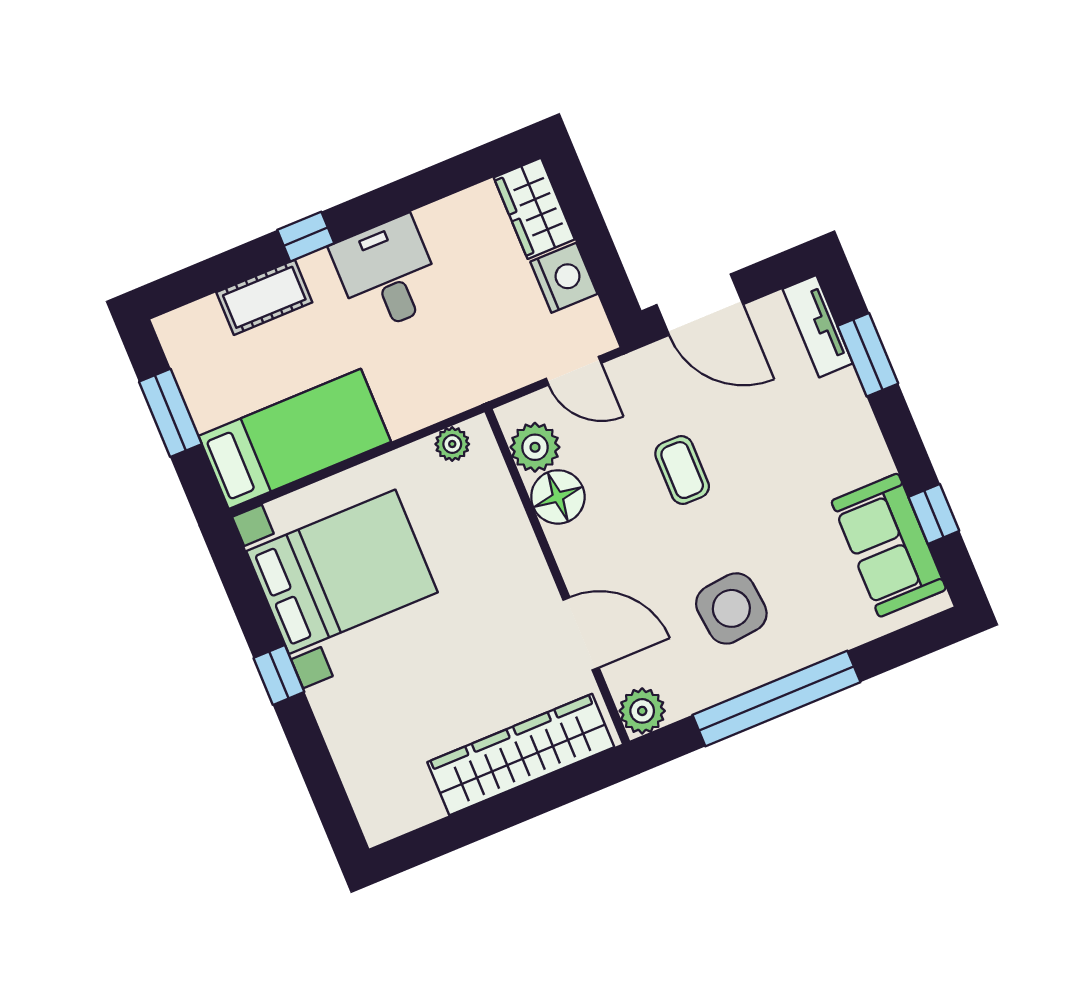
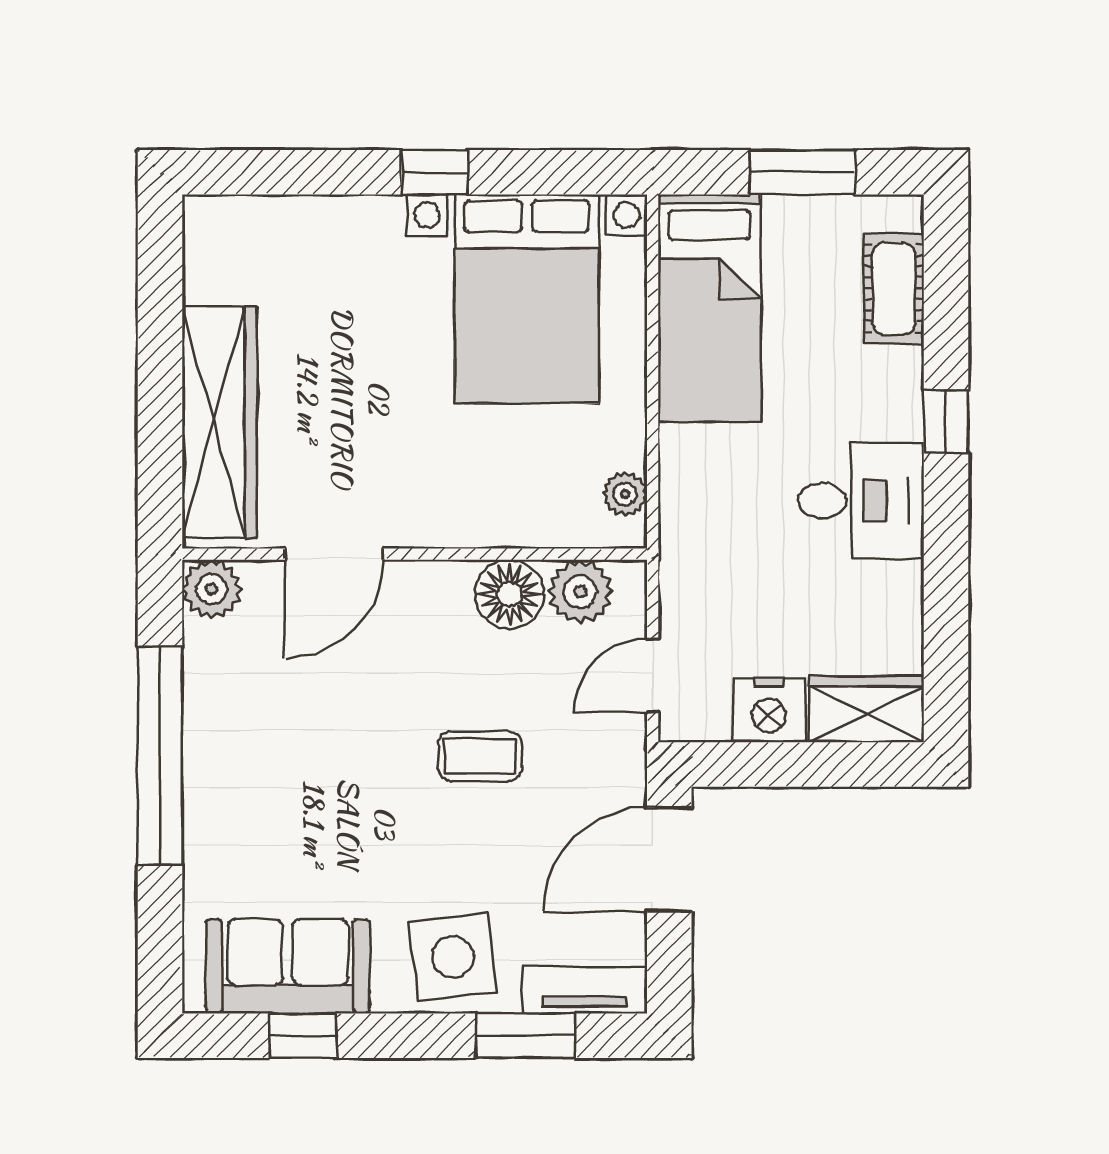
cot: (264, 297) -> (894, 289), moved
side table: (731, 608) -> (453, 957), moved

